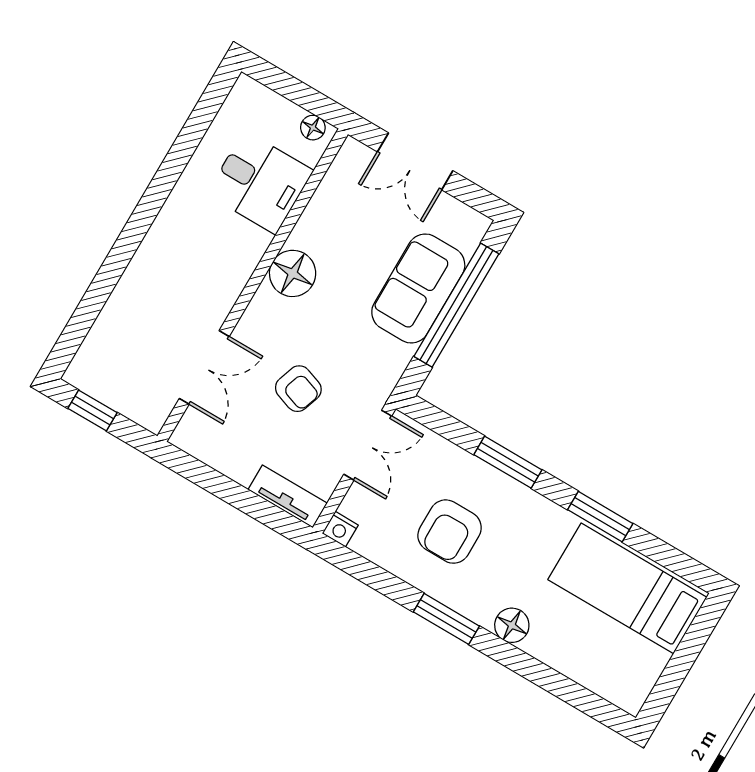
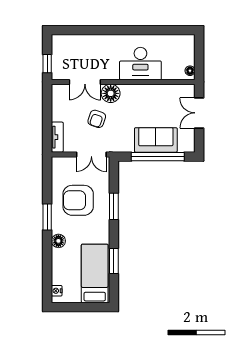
desk: (260, 182) -> (140, 64), moved, width x1.37
floor lamp: (293, 273) -> (111, 93), moved
window: (92, 410) -> (47, 64), moved
window: (600, 517) -> (114, 261), moved
nightstand: (340, 529) -> (57, 291), moved
armchair: (450, 532) -> (78, 200), width x1.36, depth x1.36

